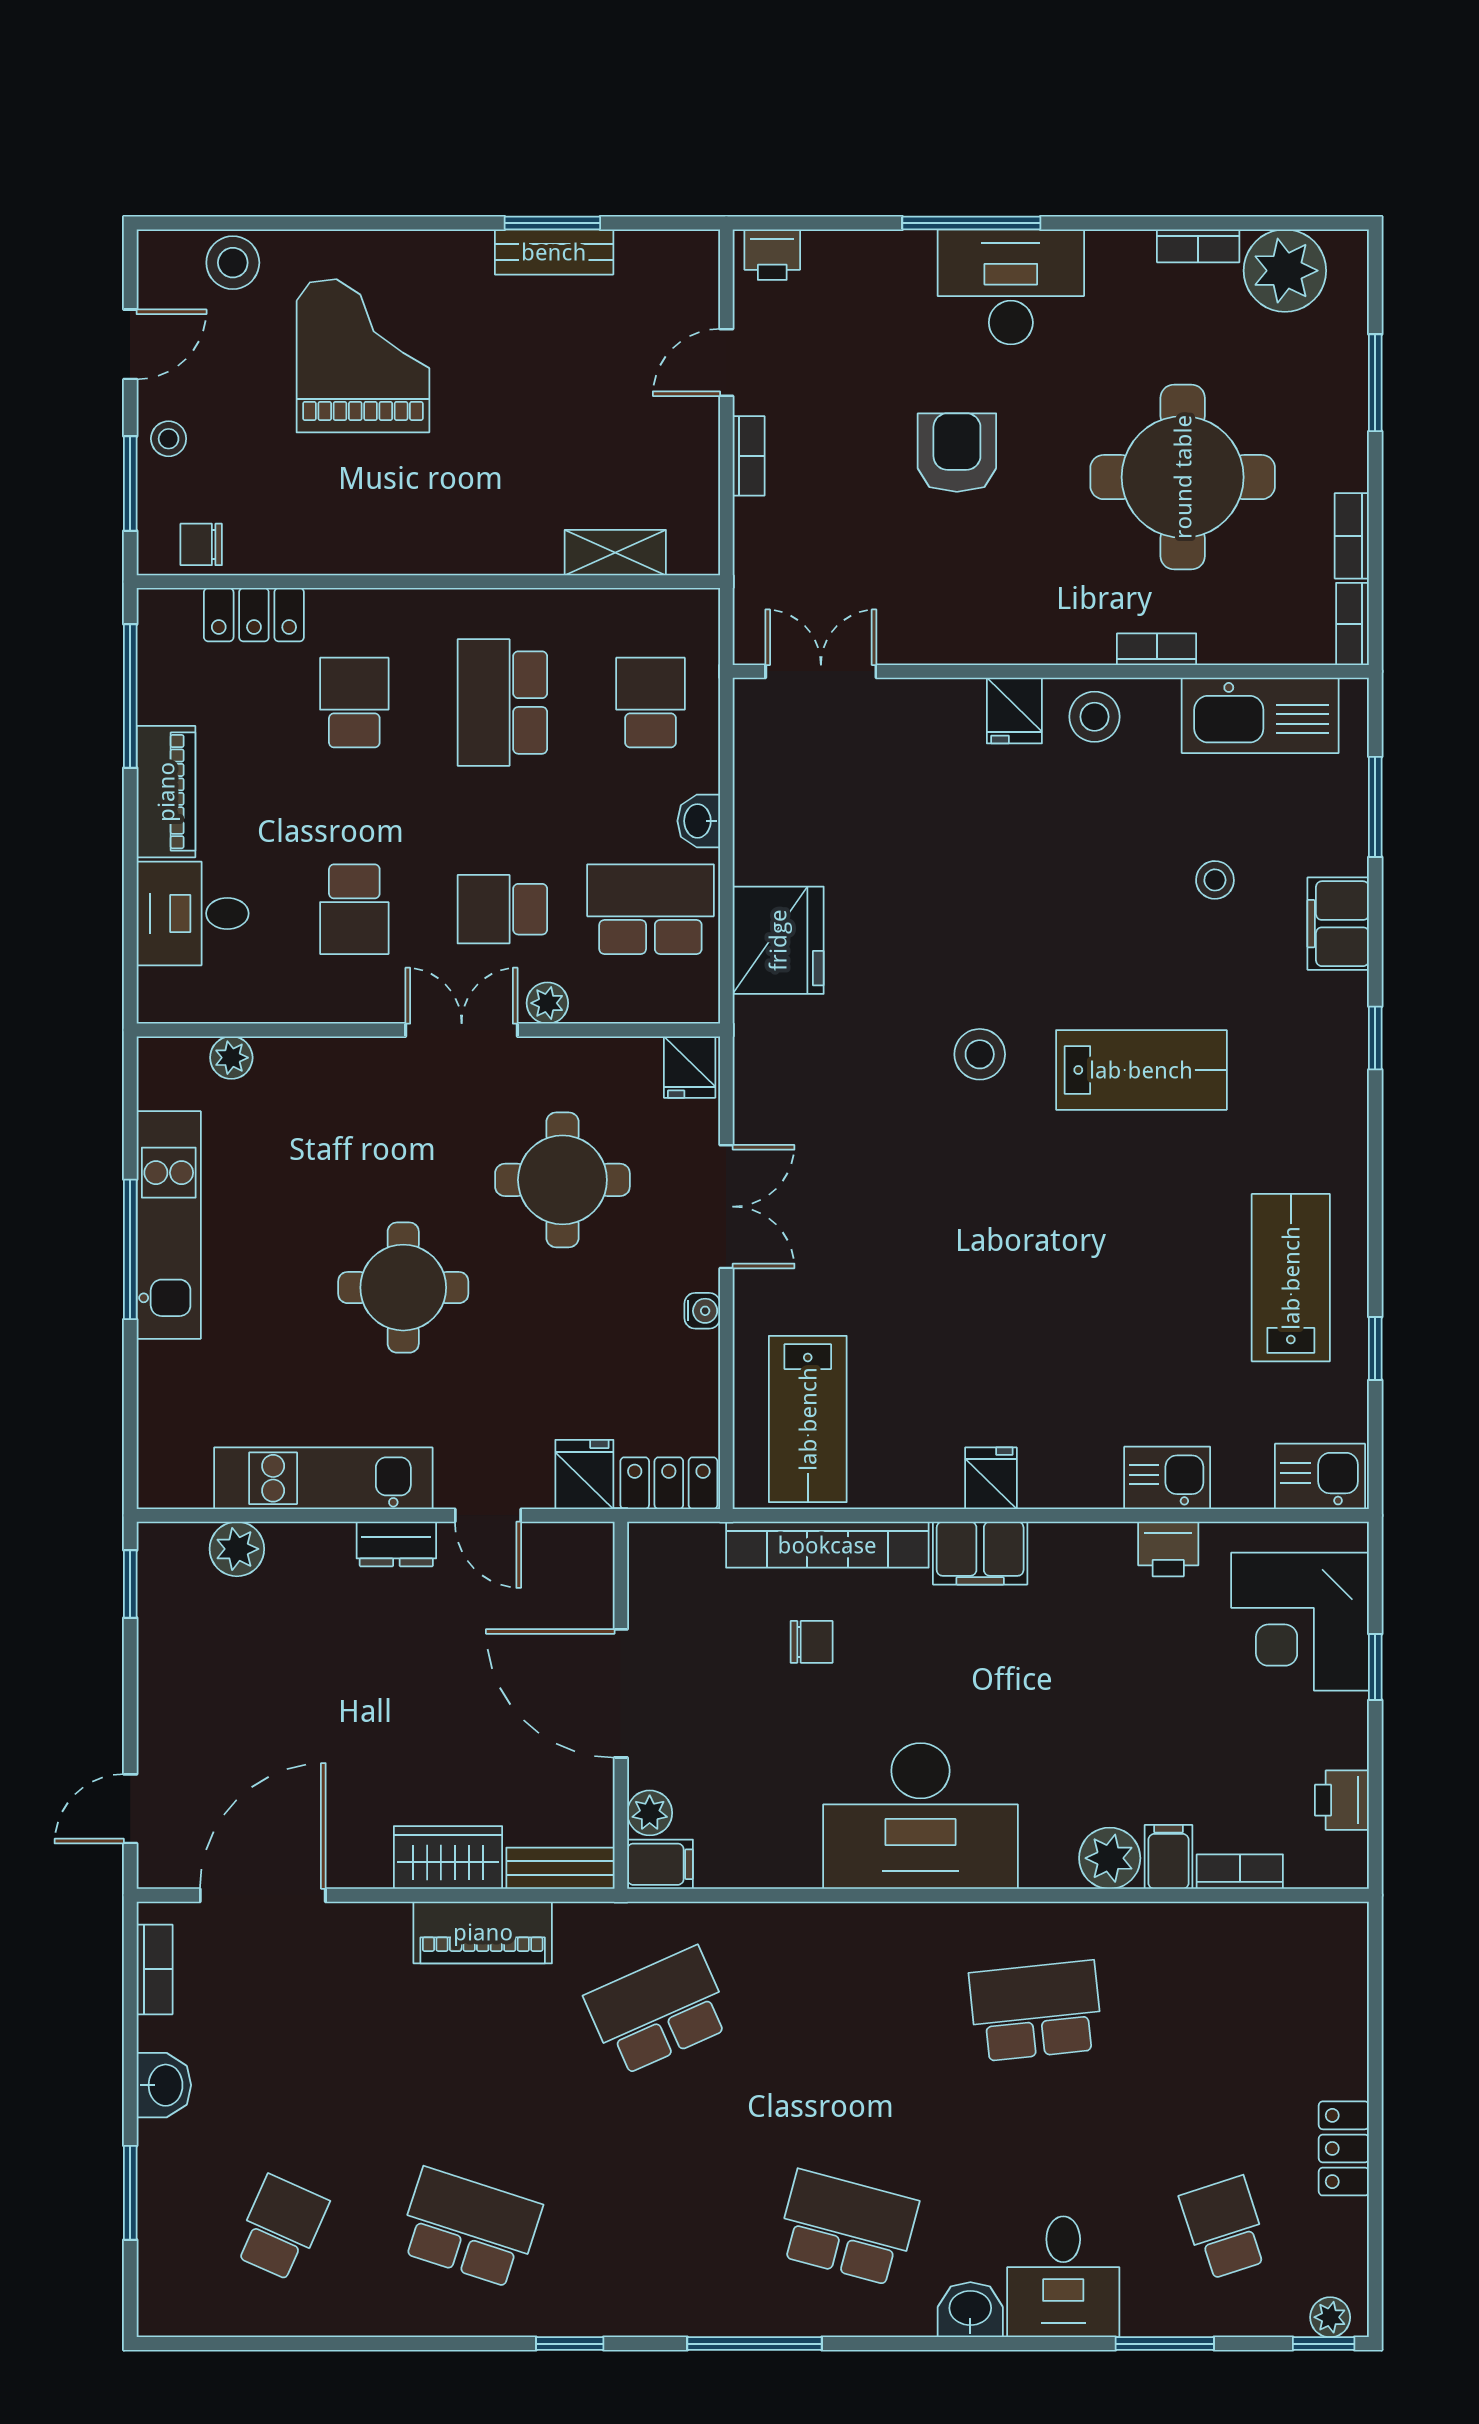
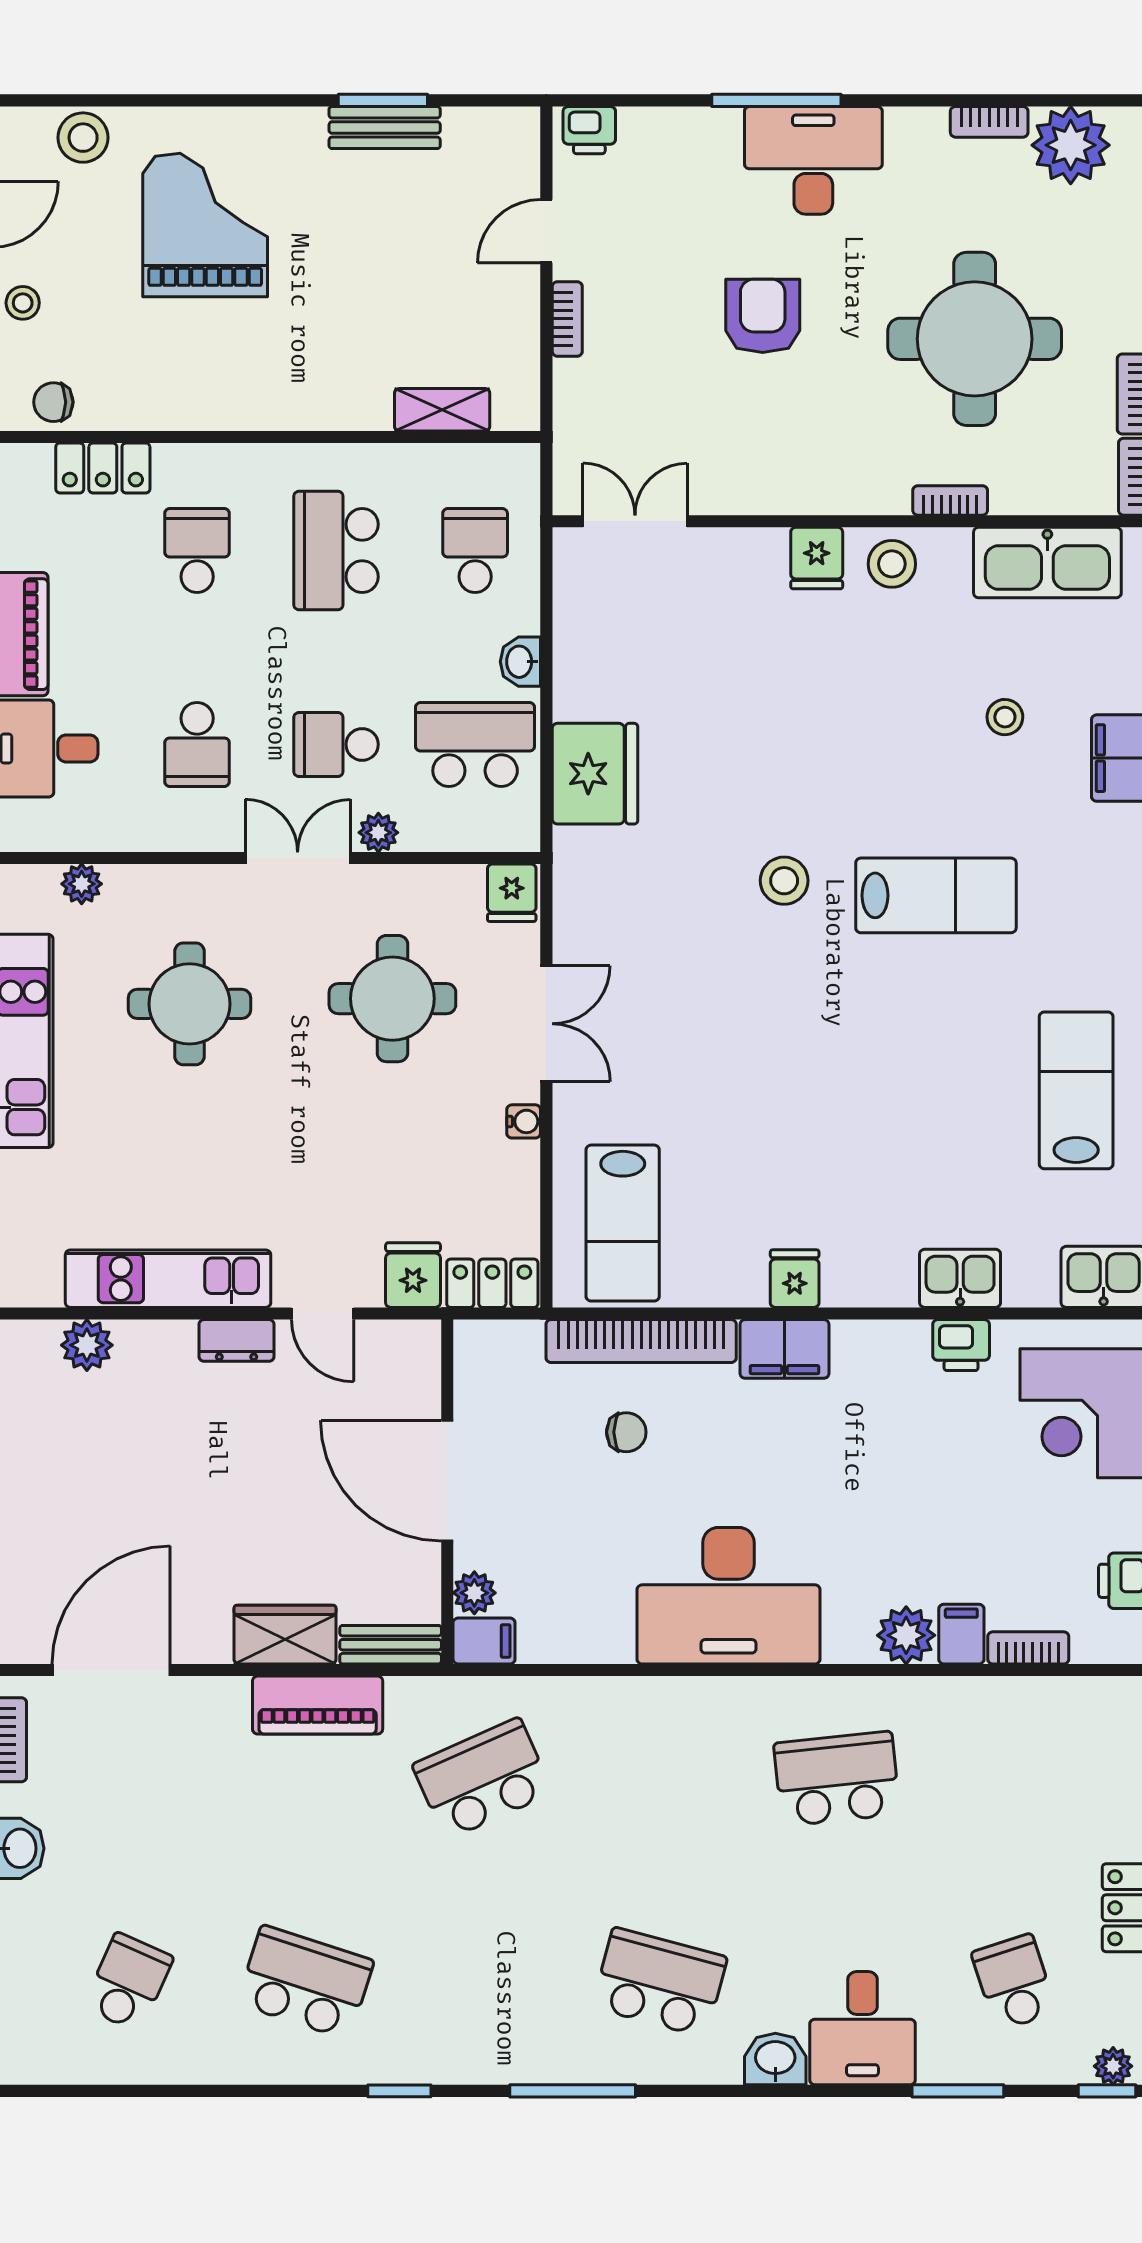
round table: (403, 1288) -> (189, 1004), moved

